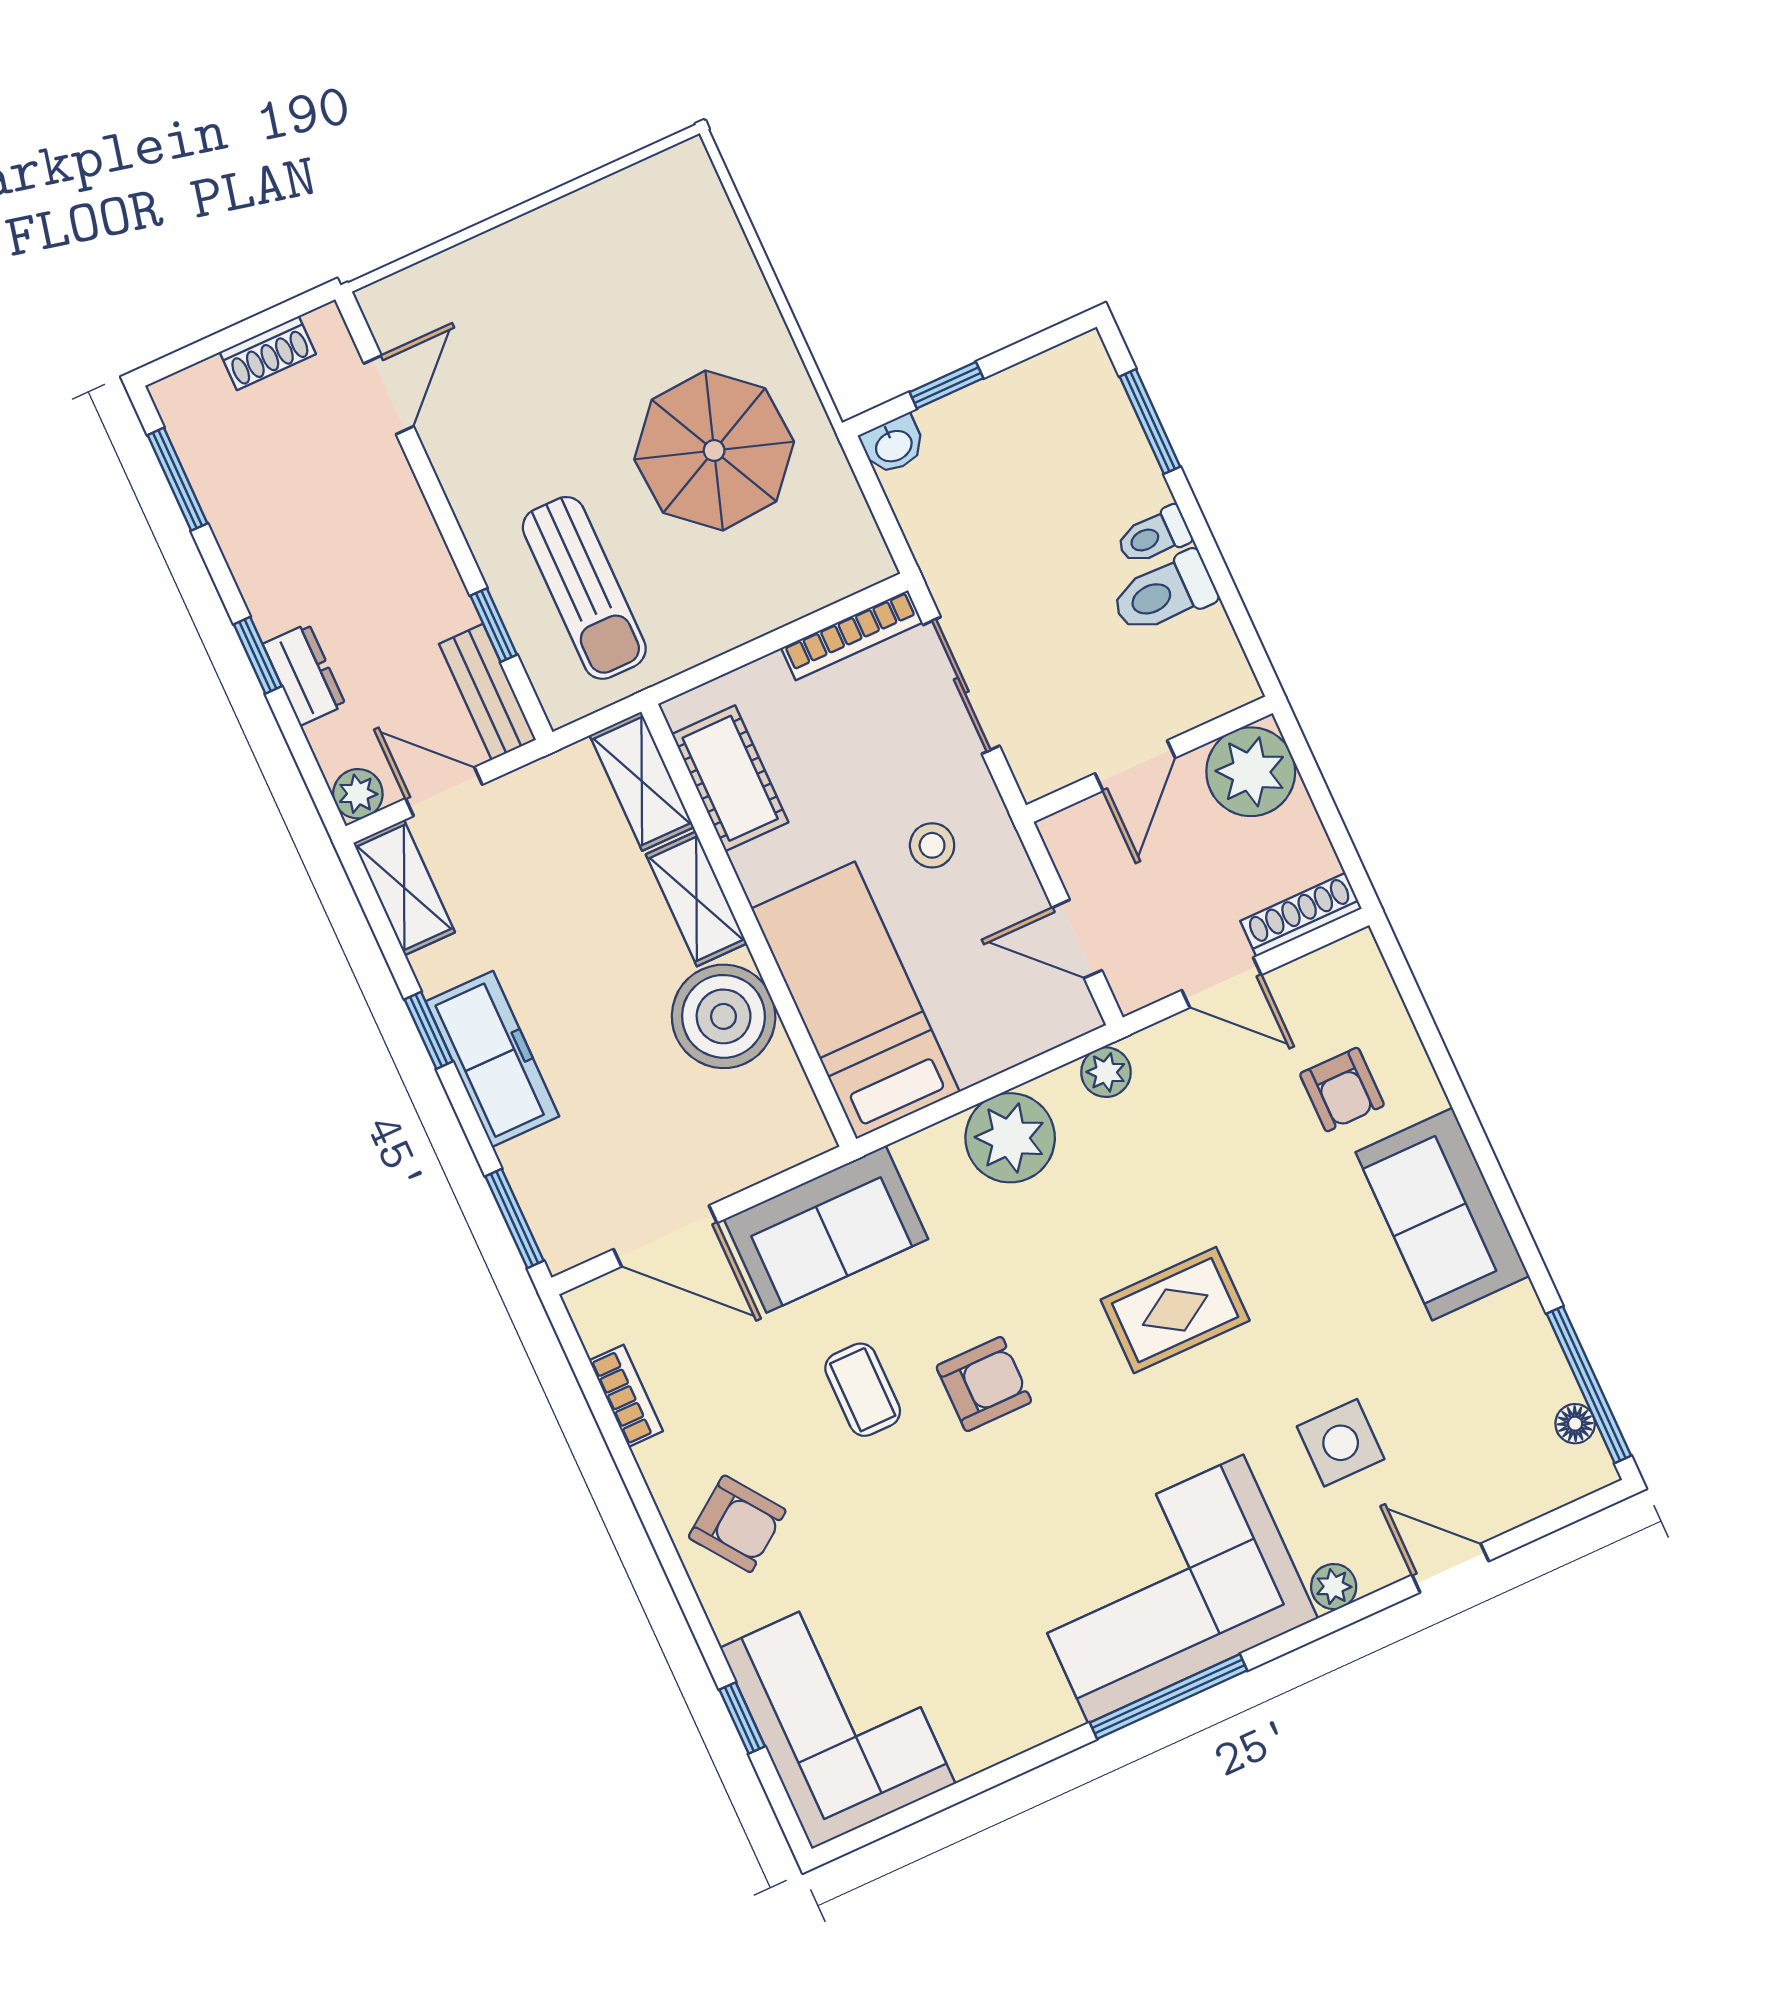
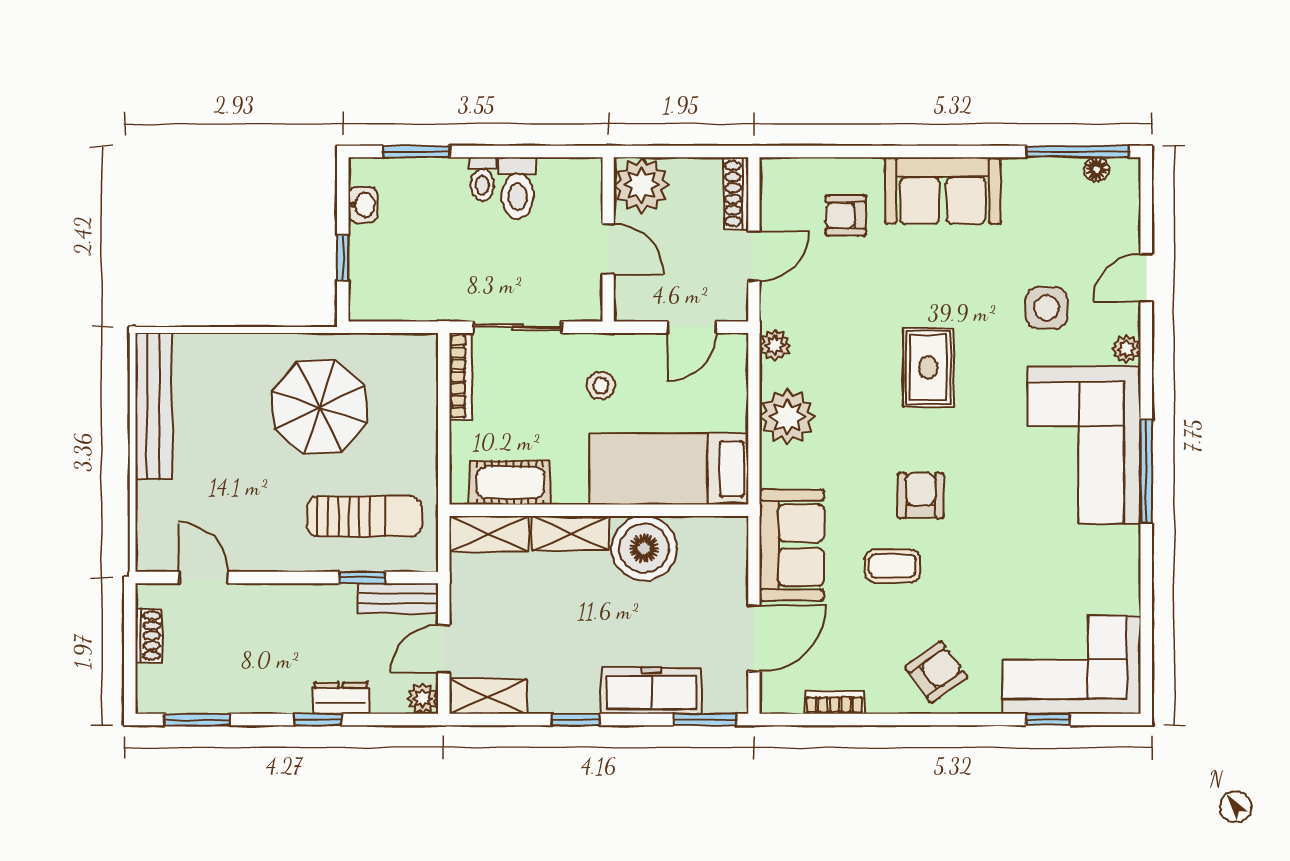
bench: (606, 208) -> (154, 406), added
washbasin: (893, 445) -> (363, 205), moved
freezer: (492, 1059) -> (652, 691), moved
armchair: (1342, 1090) -> (846, 215), turned 180

